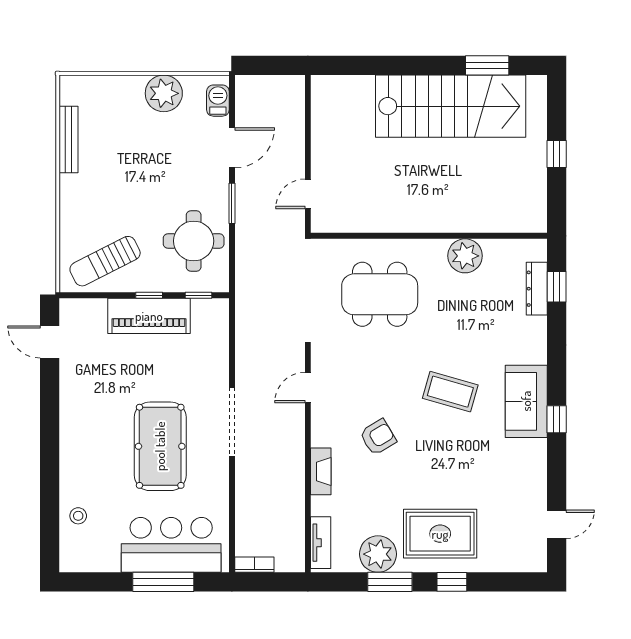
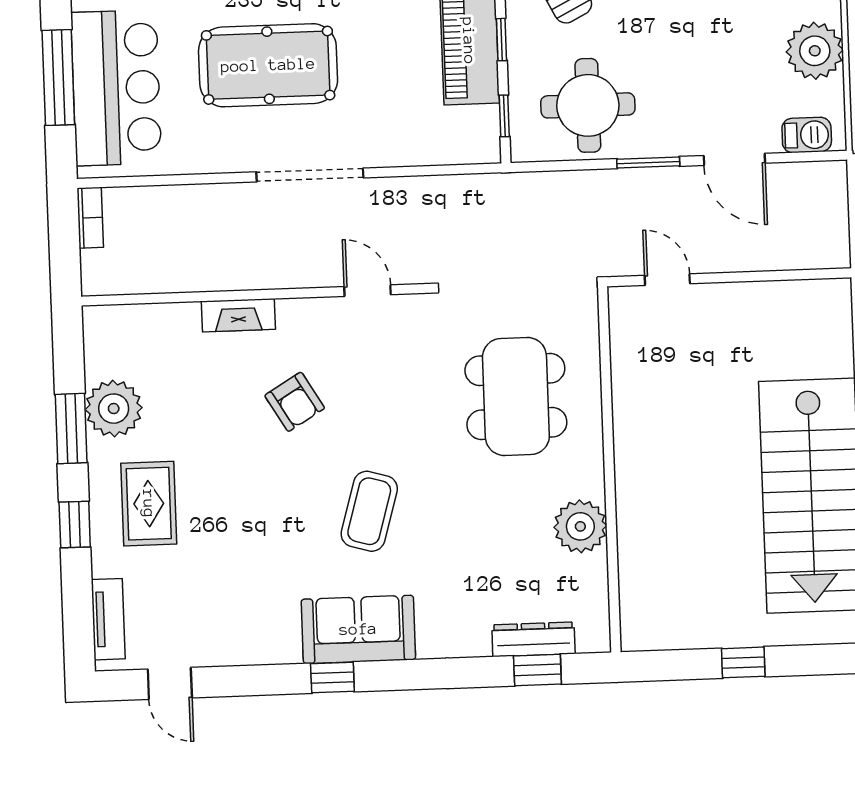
rug: (440, 534) -> (149, 504), width x0.73, depth x0.70
tv unit: (321, 543) -> (108, 619), moved, turned -90

